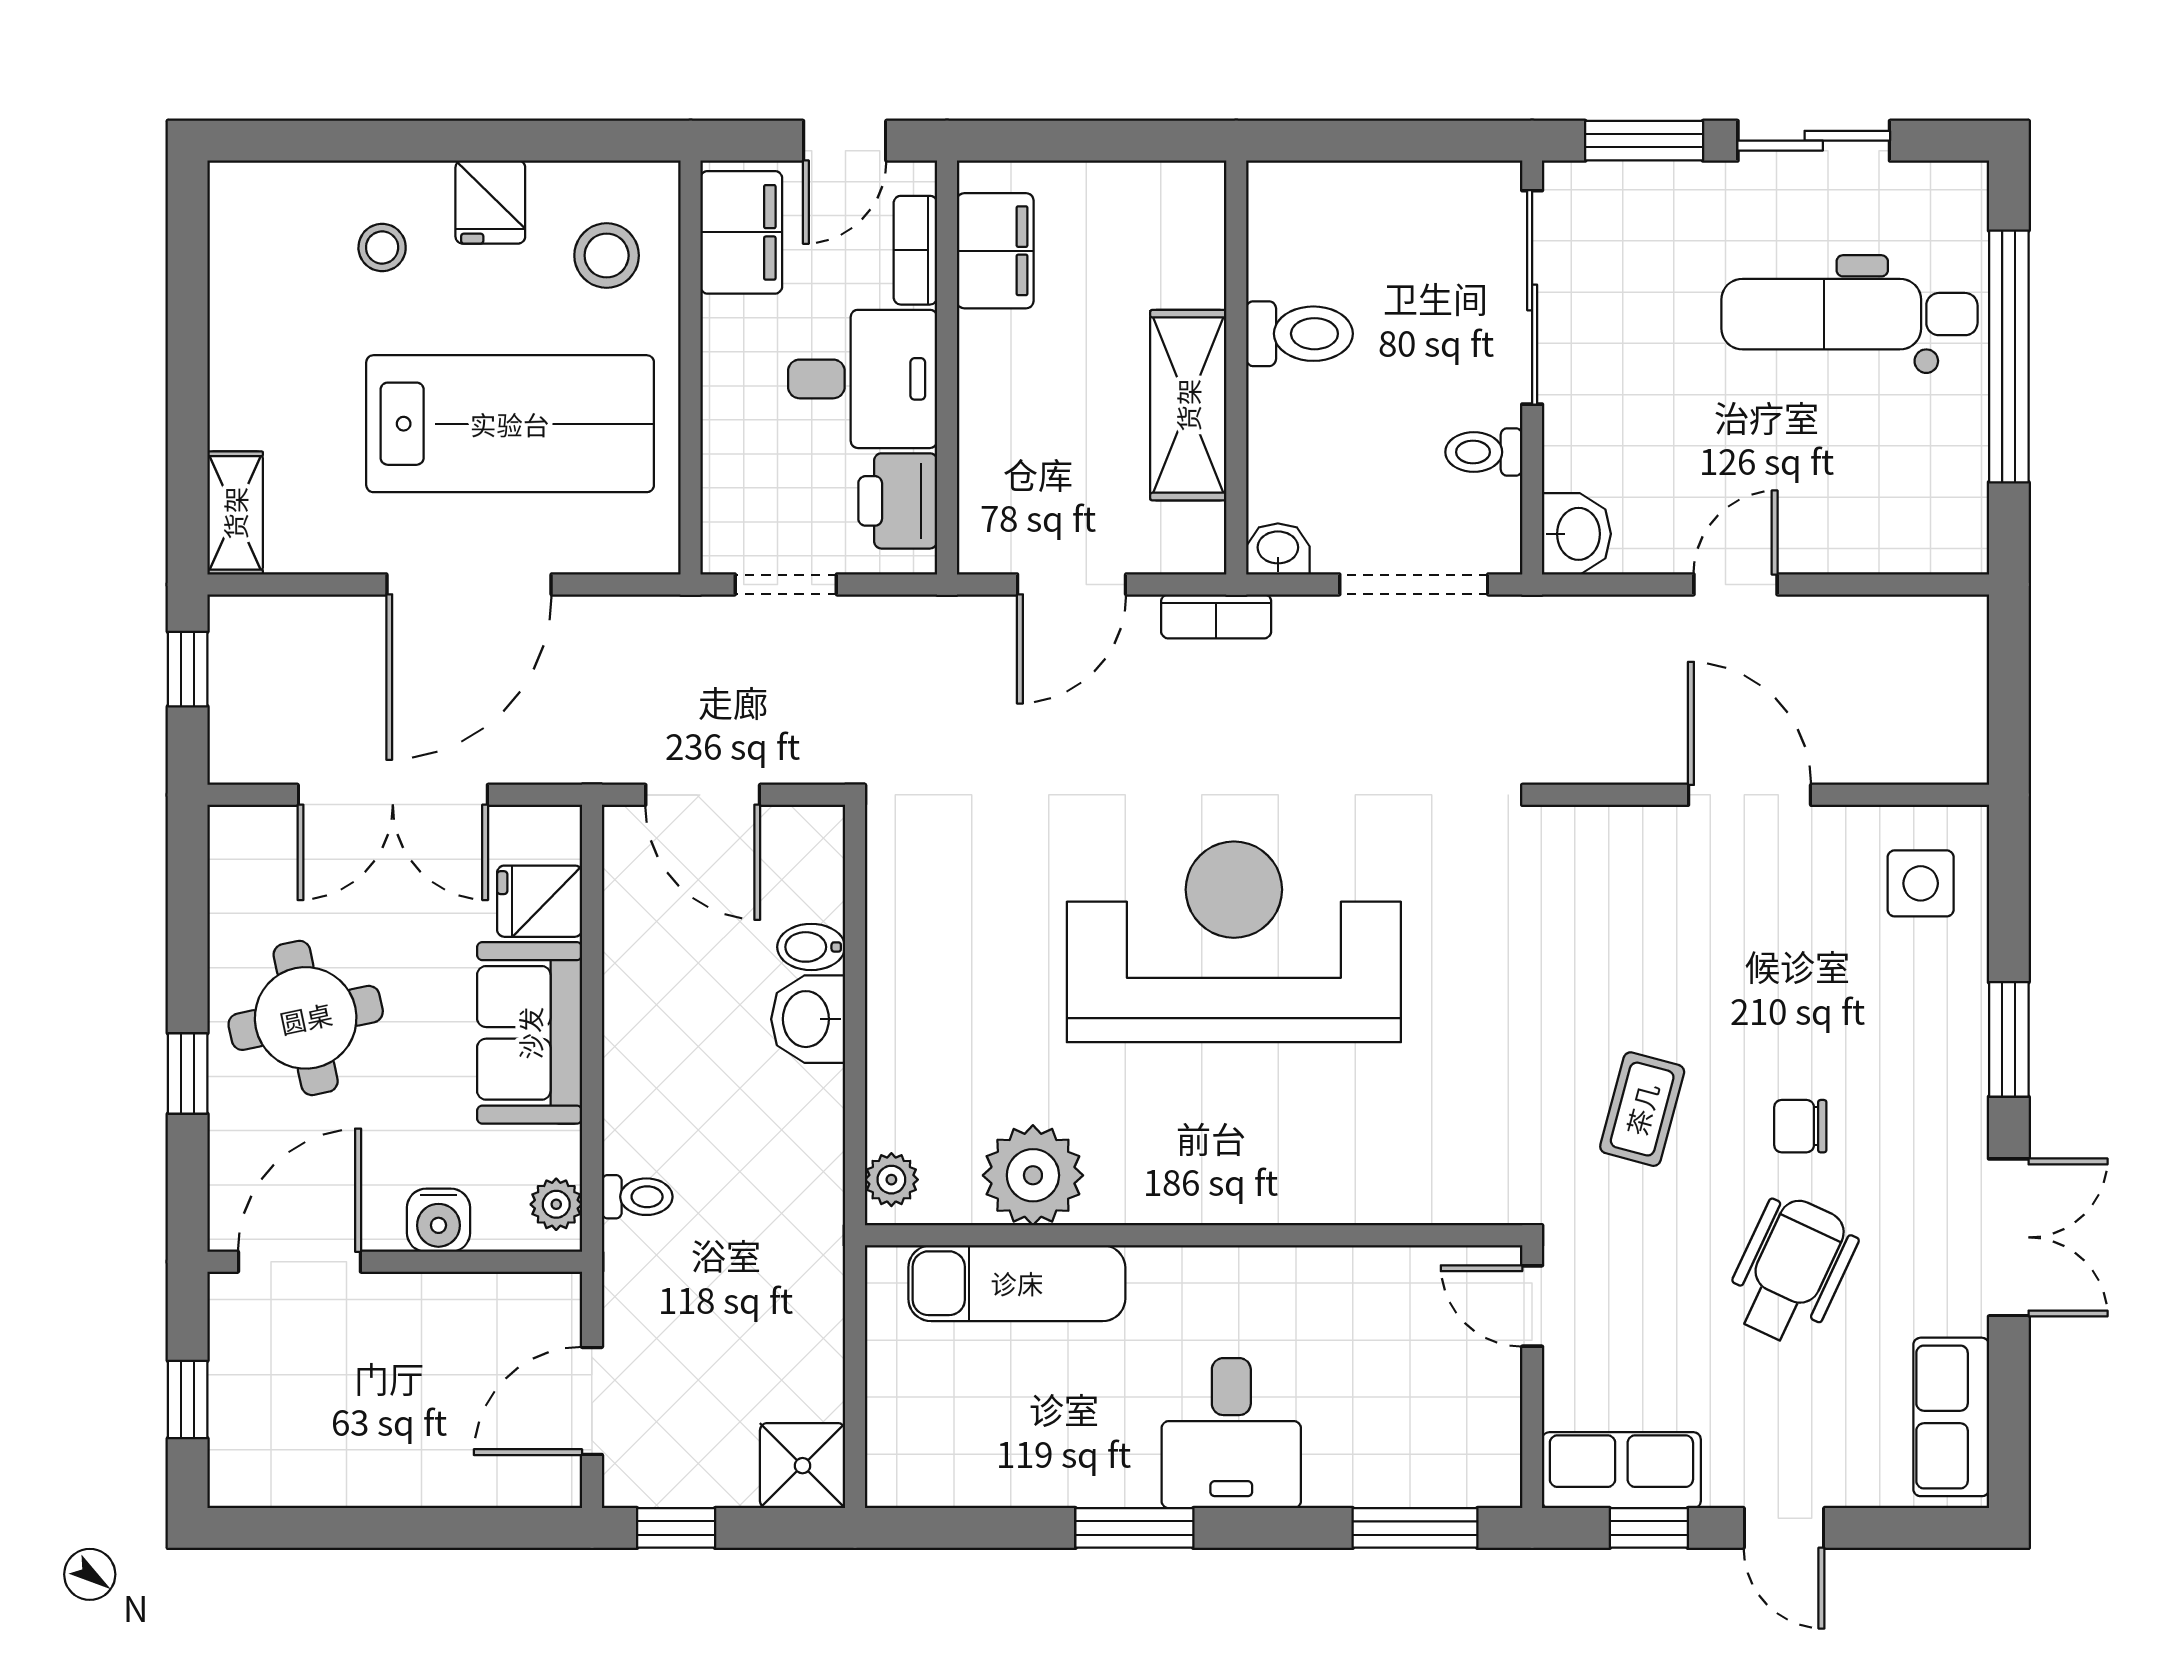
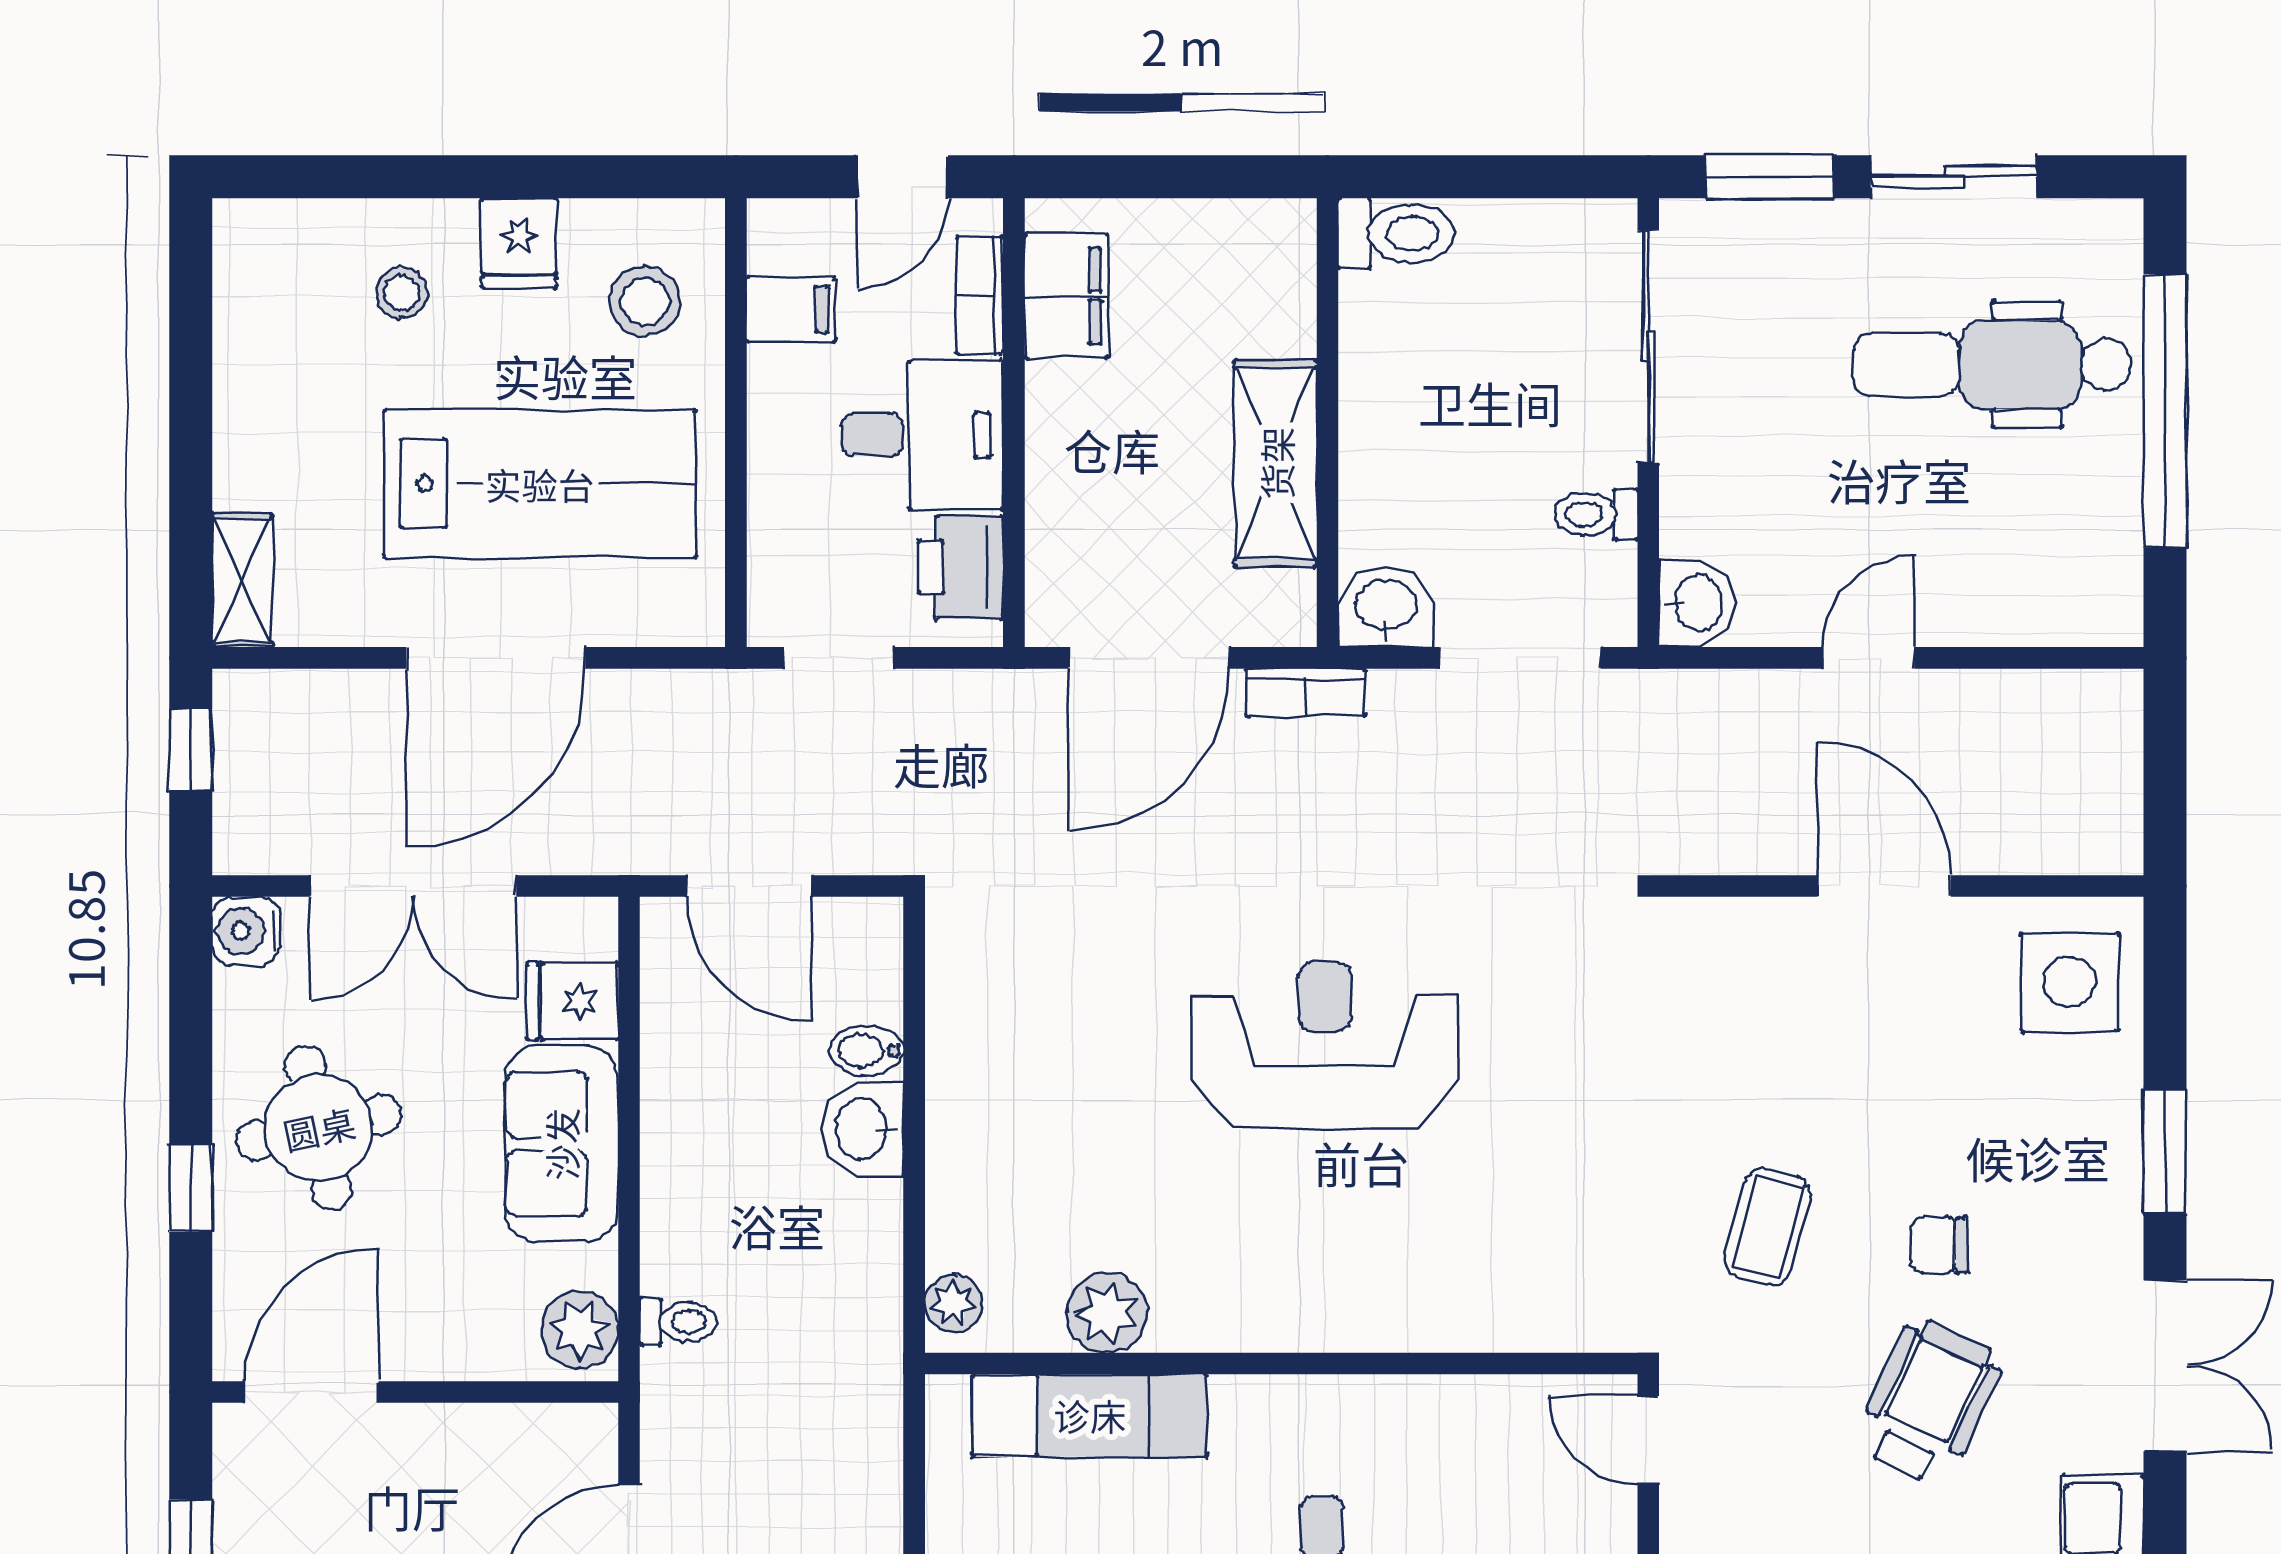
filing cabinet: (741, 232) -> (791, 309), width x0.50
toilet: (1300, 334) -> (1396, 233), moved
washbasin: (1278, 549) -> (1386, 607), width x1.38, depth x1.45
door: (1072, 584) -> (1149, 658), width x1.36
side table: (1921, 883) -> (2069, 982), width x1.37, depth x1.37
reception desk: (1234, 942) -> (1325, 1045), width x0.74, depth x0.77
plant: (1033, 1175) -> (1107, 1313), width x0.73, depth x0.73
plant: (556, 1204) -> (580, 1330), width x1.38, depth x1.38
water cooler: (438, 1220) -> (246, 931), moved, turned 90

